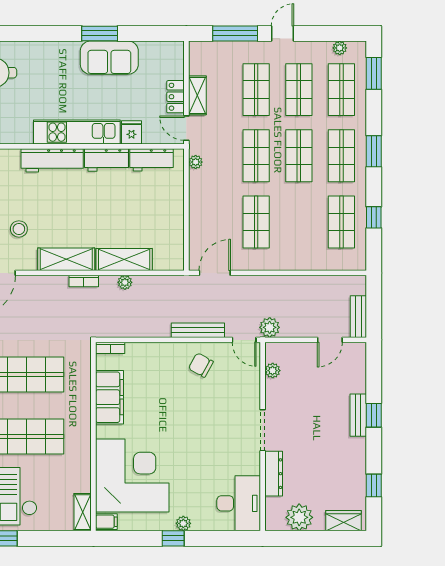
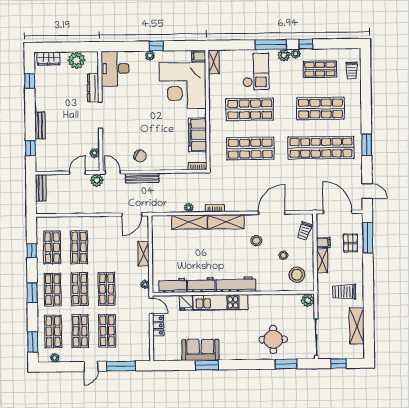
shelving: (197, 95) -> (143, 254), moved
shop shelf: (256, 222) -> (79, 247), moved
door: (330, 340) -> (78, 173), moved
window: (374, 415) -> (30, 148), moved

